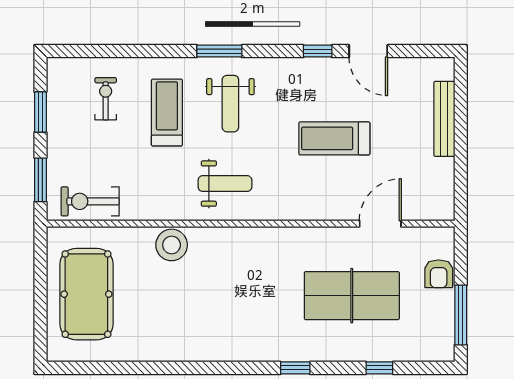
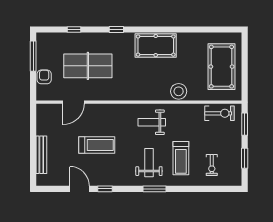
pool table: (217, 336) -> (156, 46), added

